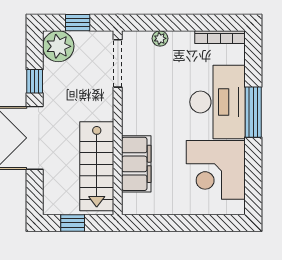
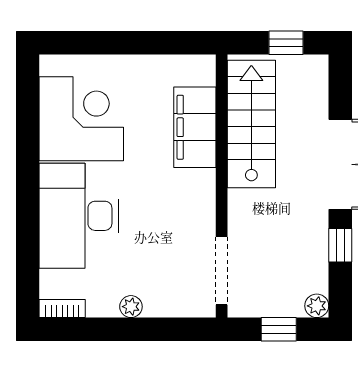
bookcase: (220, 37) -> (62, 309), width x0.64
plant: (160, 38) -> (131, 307), moved
plant: (58, 46) -> (317, 306), width x0.53, depth x0.53
window: (253, 112) -> (28, 201), removed

